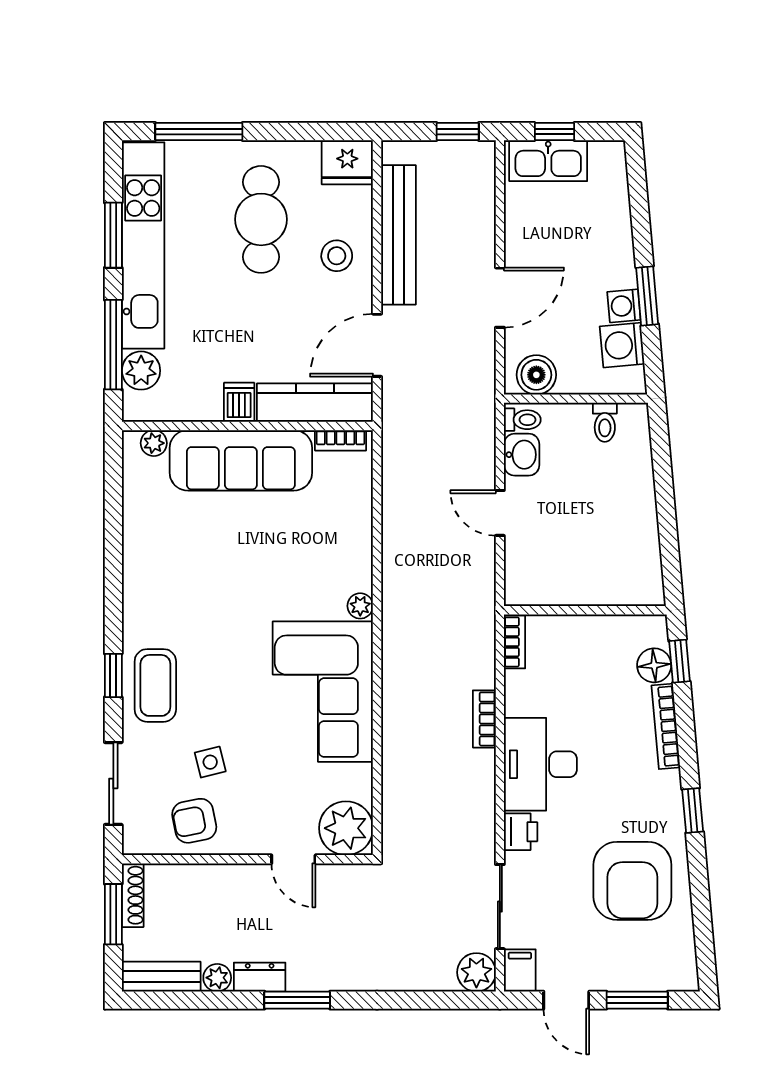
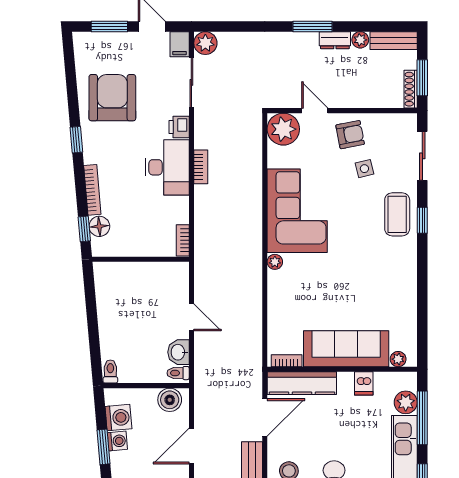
dishwasher: (239, 402) -> (364, 383), moved
toilet: (605, 422) -> (110, 371), moved
bookcase: (484, 719) -> (201, 167), moved
armchair: (194, 821) -> (350, 135), moved

